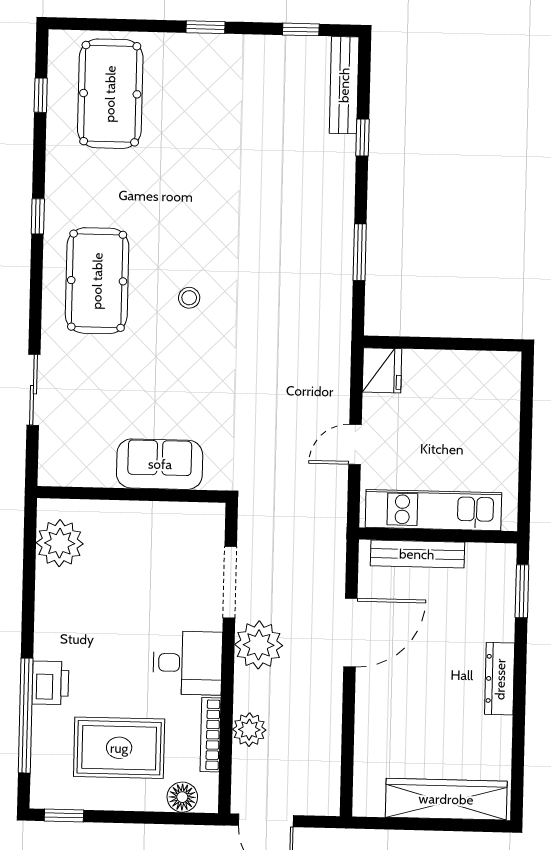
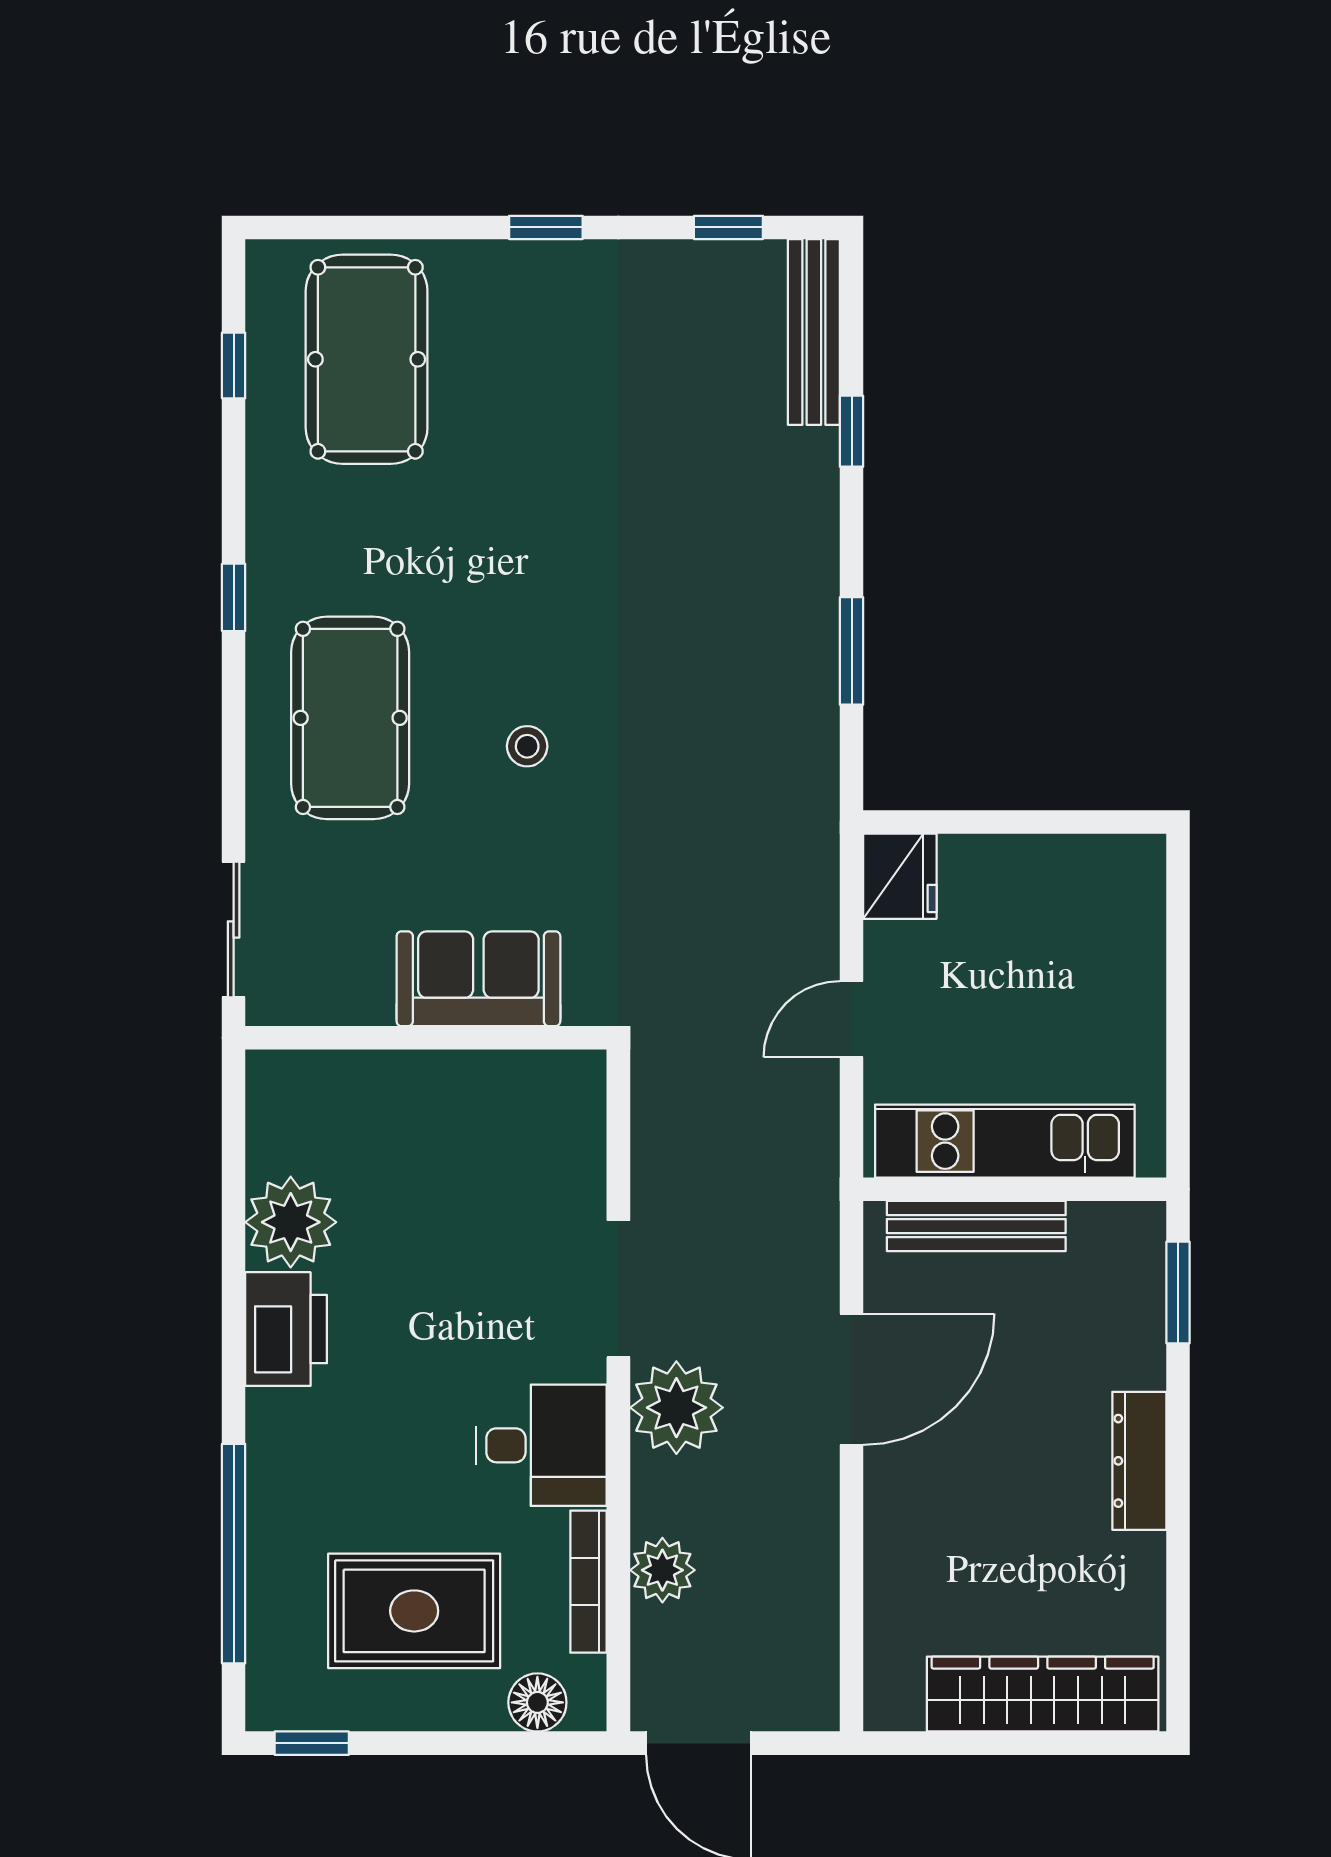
sofa: (160, 464) -> (478, 979), moved
wall: (131, 494) -> (426, 1038), moved
printer: (50, 683) -> (286, 1329), moved, width x1.37, depth x1.19

